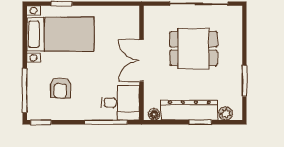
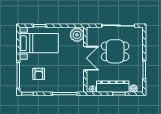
plant: (127, 20) -> (77, 35), added
double door: (141, 60) -> (85, 58), swing flipped
desk: (120, 103) -> (73, 82), removed

